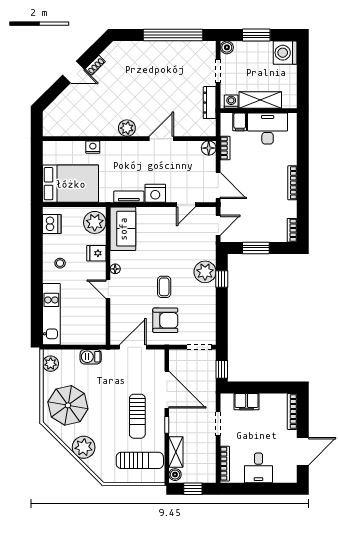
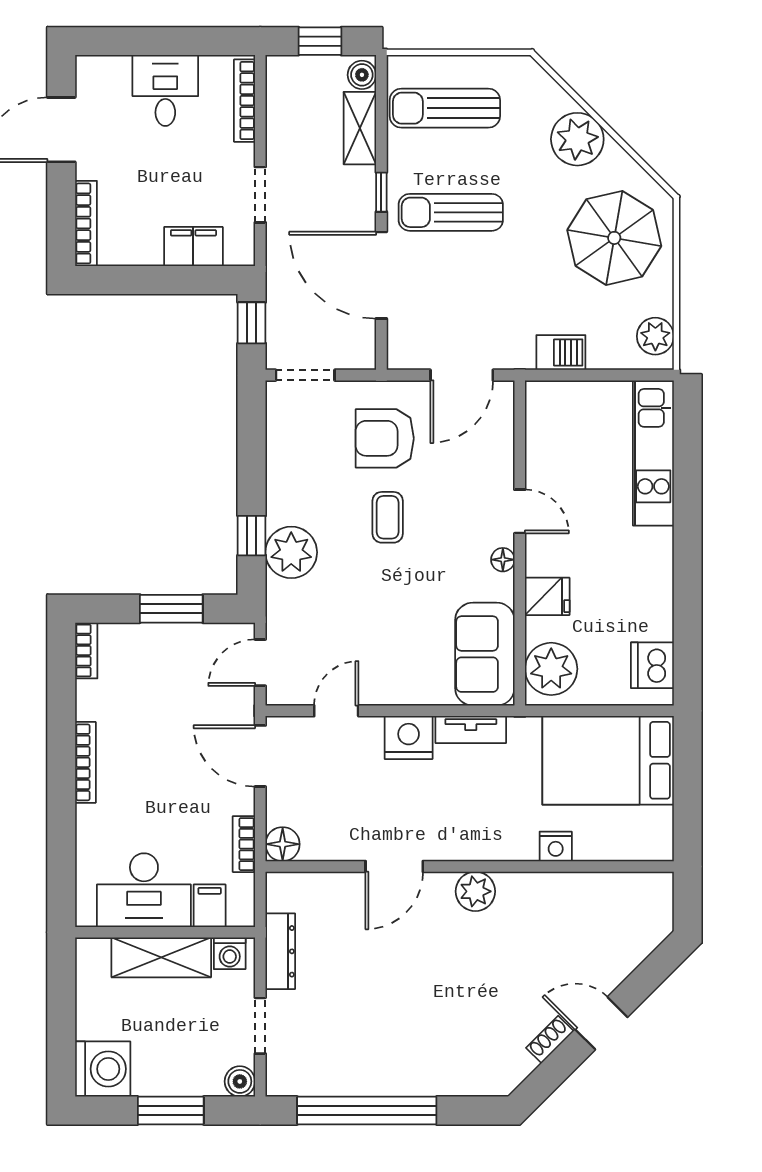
stool: (60, 263) -> (633, 573), removed
sun lounger: (137, 416) -> (451, 212), turned -90

